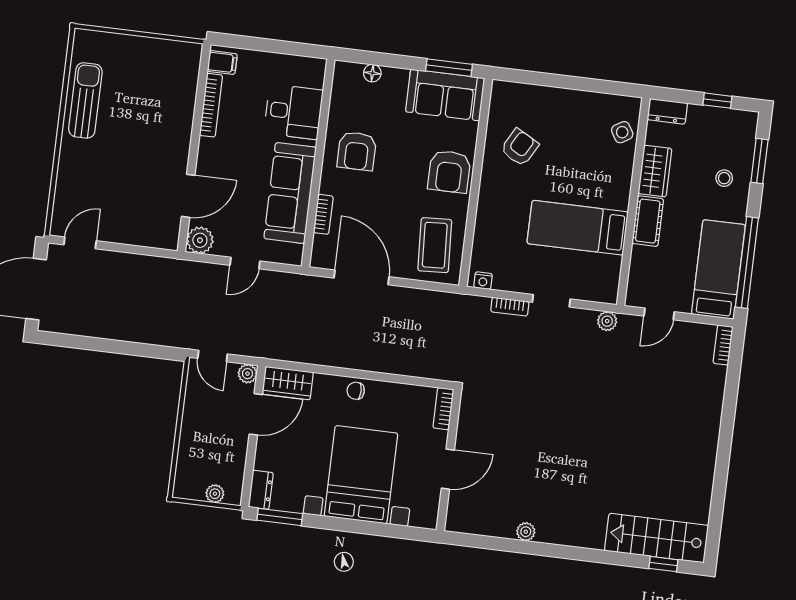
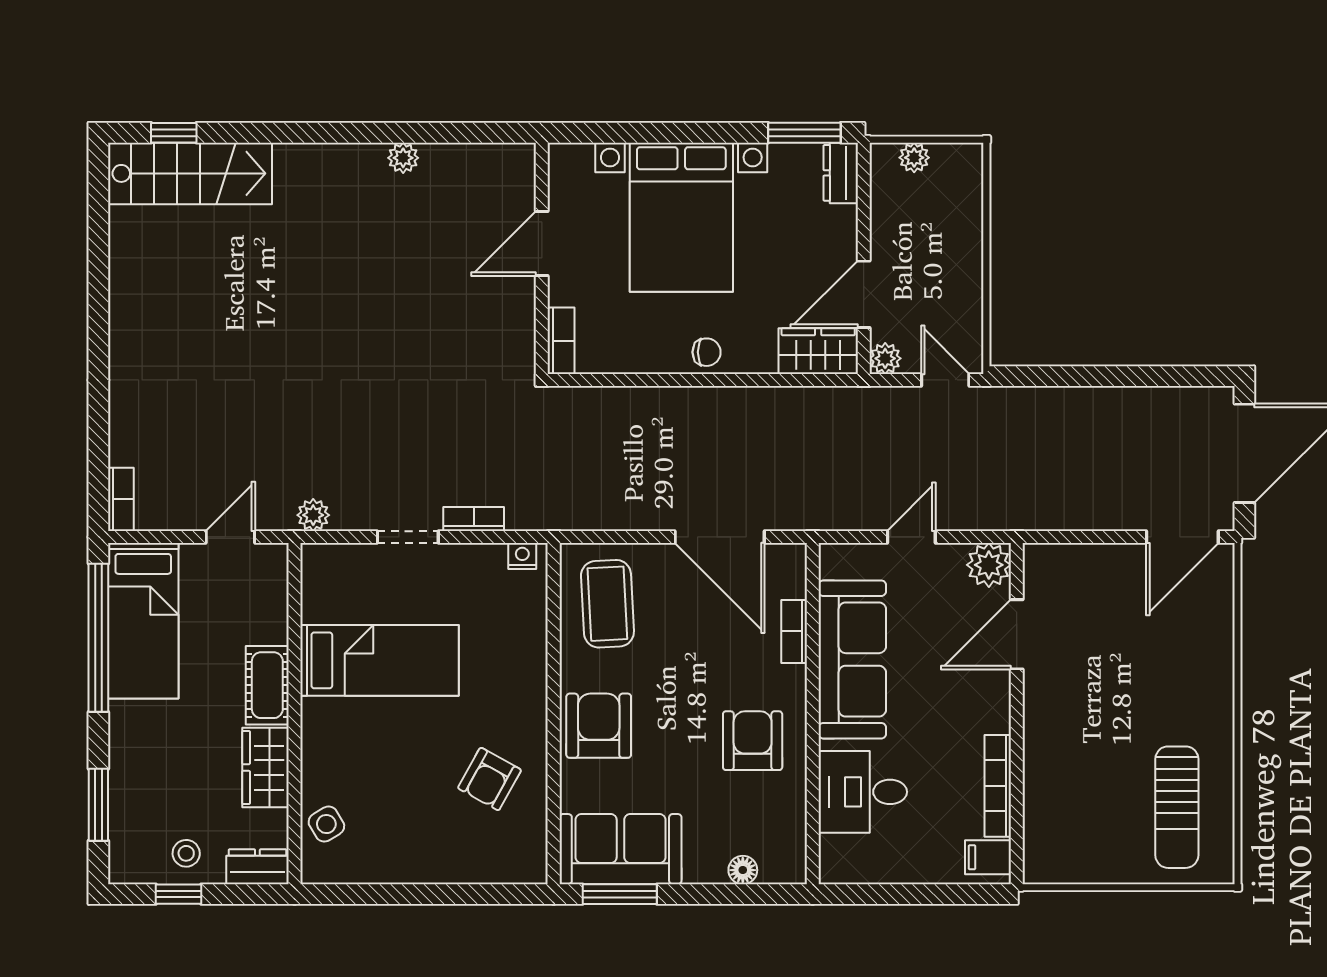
sun lounger: (85, 100) -> (1177, 807), moved
stool: (724, 178) -> (186, 853), moved
door: (80, 243) -> (1182, 537), width x1.38

